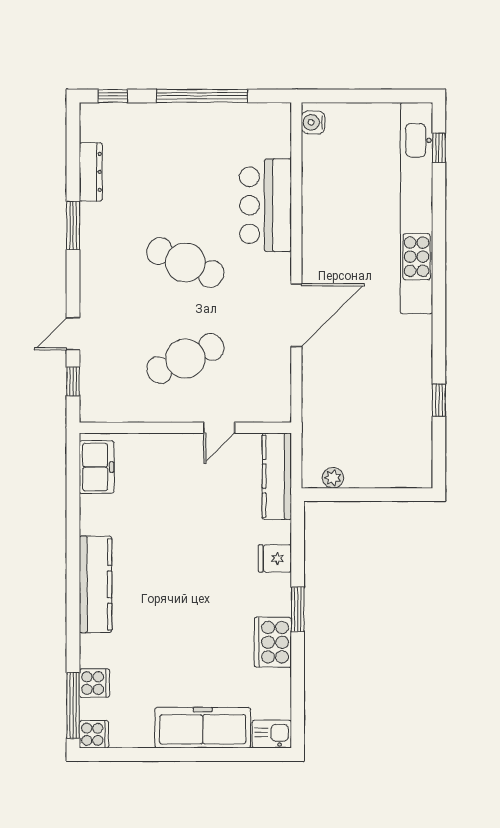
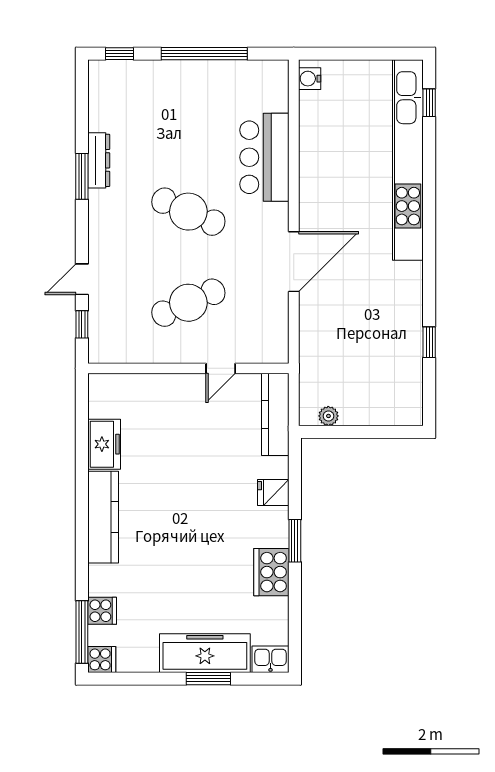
dresser: (91, 172) -> (99, 160), moved
freezer: (97, 467) -> (104, 444), moved
window: (206, 754) -> (208, 679), added

